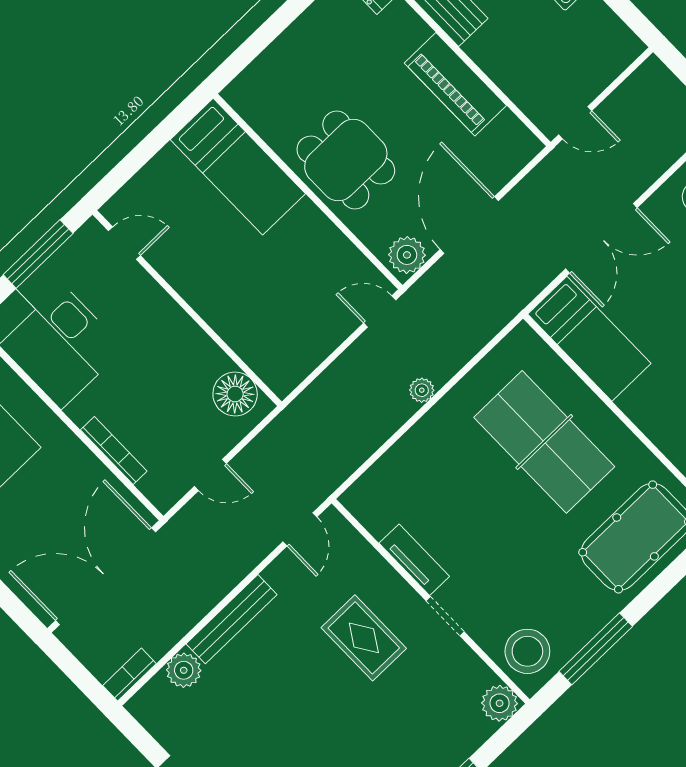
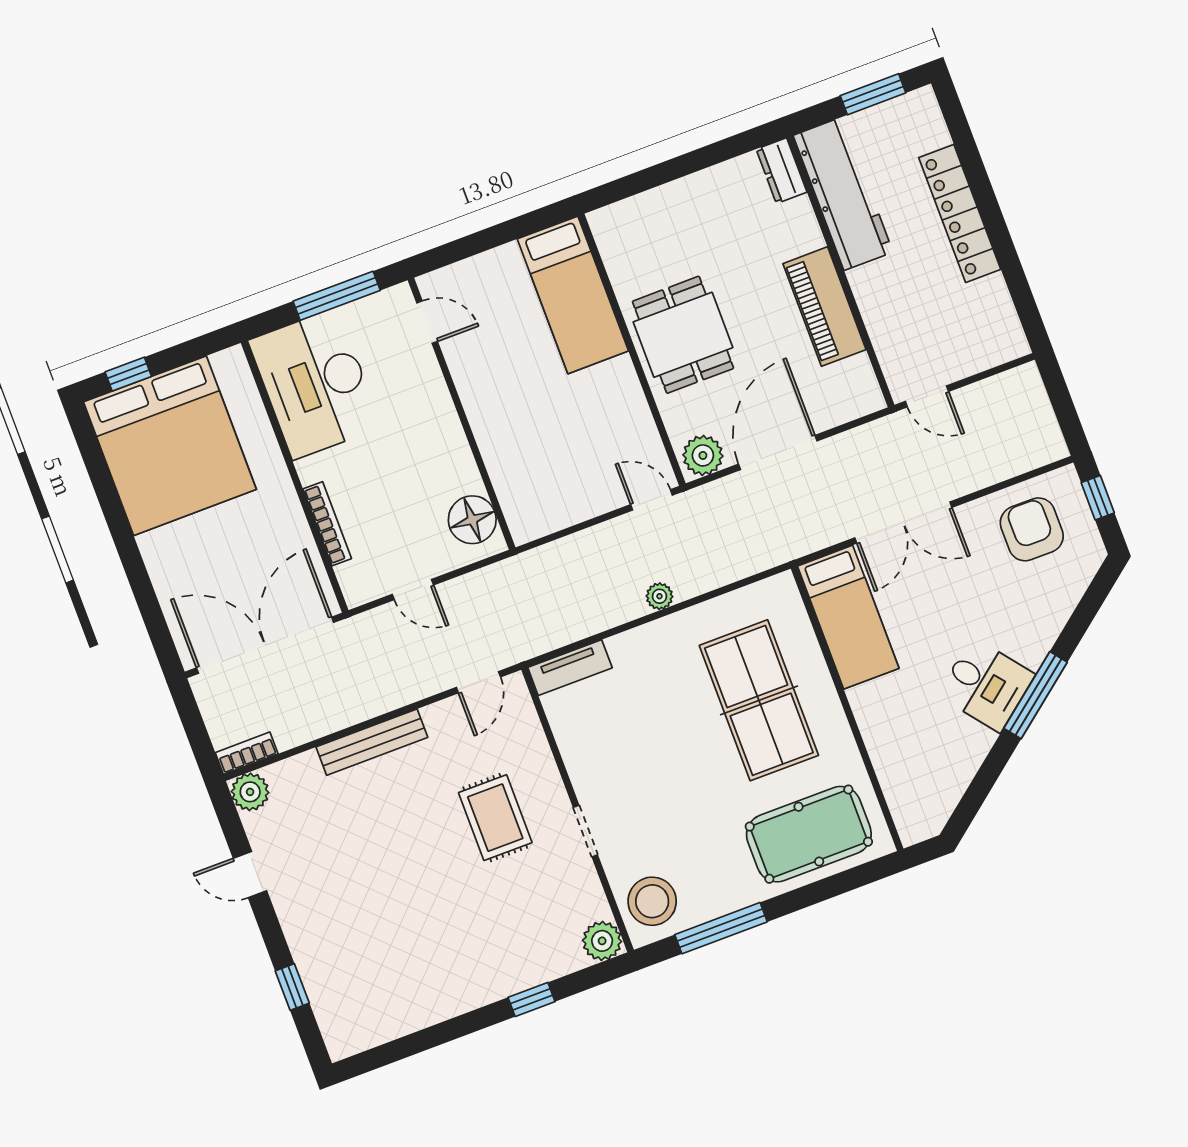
tv unit: (414, 560) -> (570, 668), moved, turned 90
plant: (184, 670) -> (250, 792), moved

